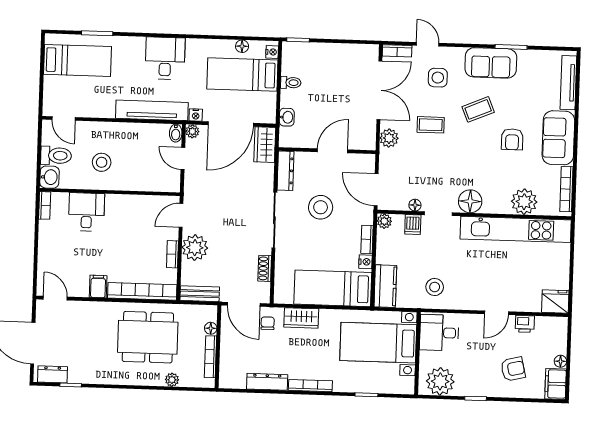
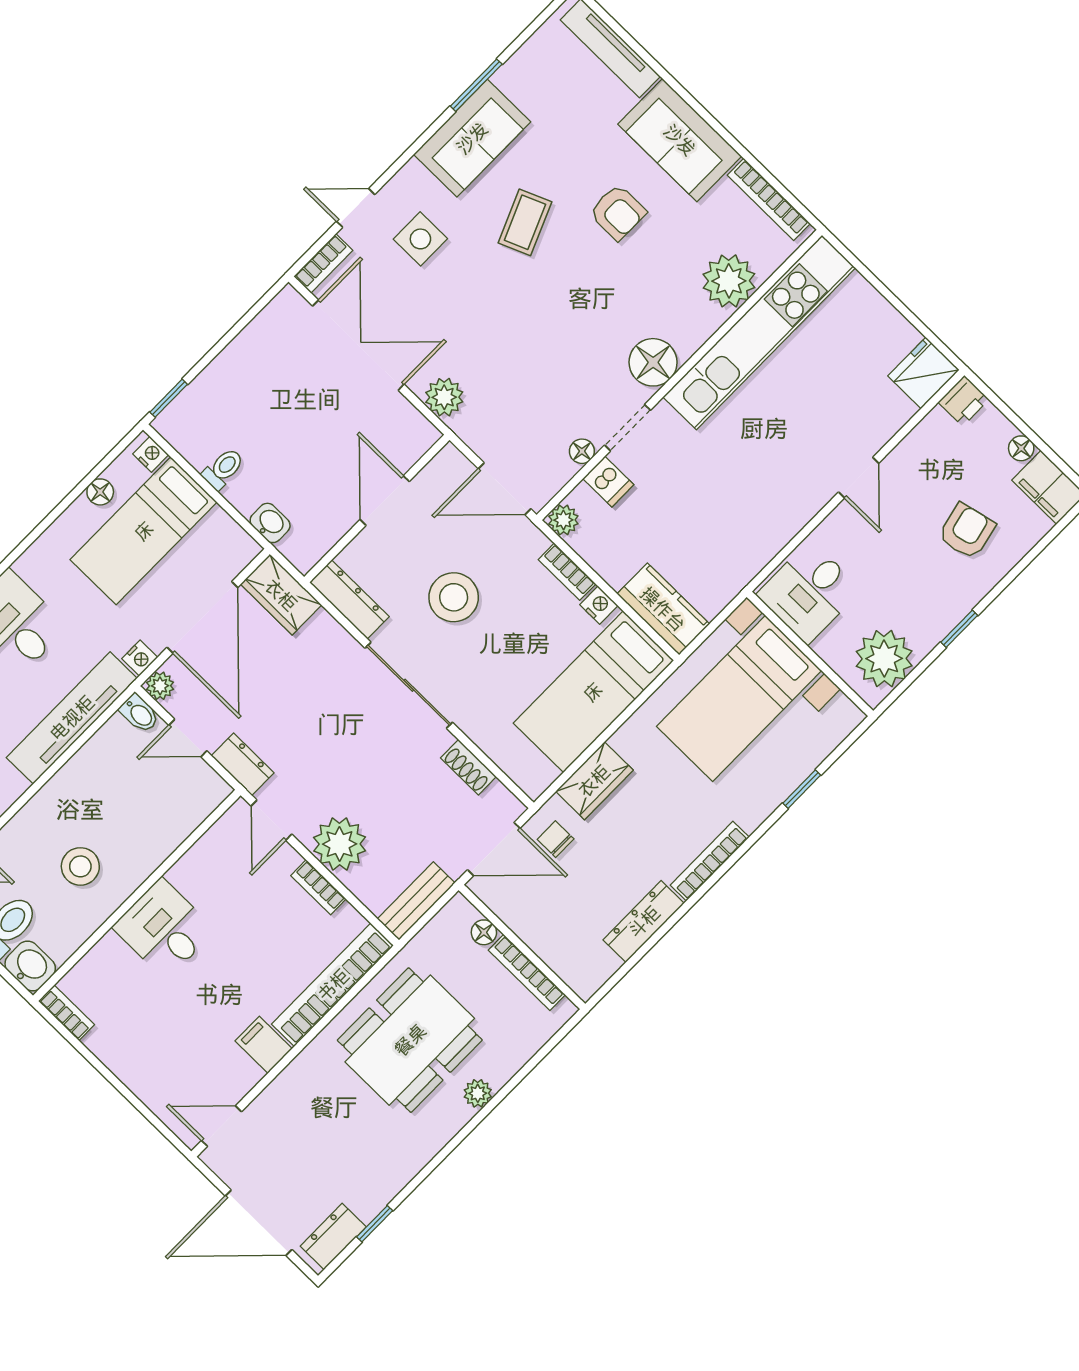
coffee table: (431, 125) -> (482, 316), removed
dresser: (191, 187) -> (243, 764), added
desk: (87, 212) -> (164, 929), moved
stool: (435, 287) -> (733, 536), removed
printer: (525, 324) -> (964, 401), moved
plant: (172, 380) -> (478, 1093), moved

